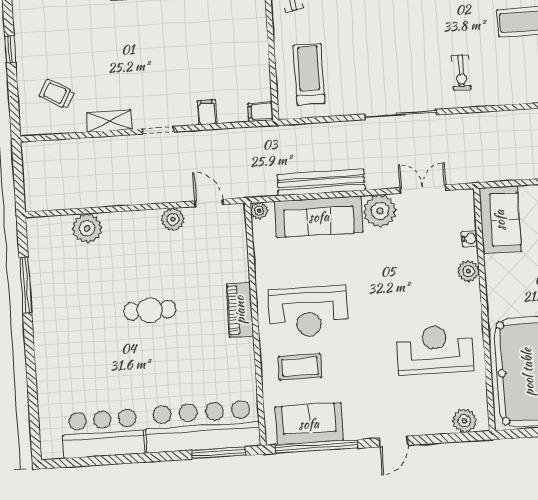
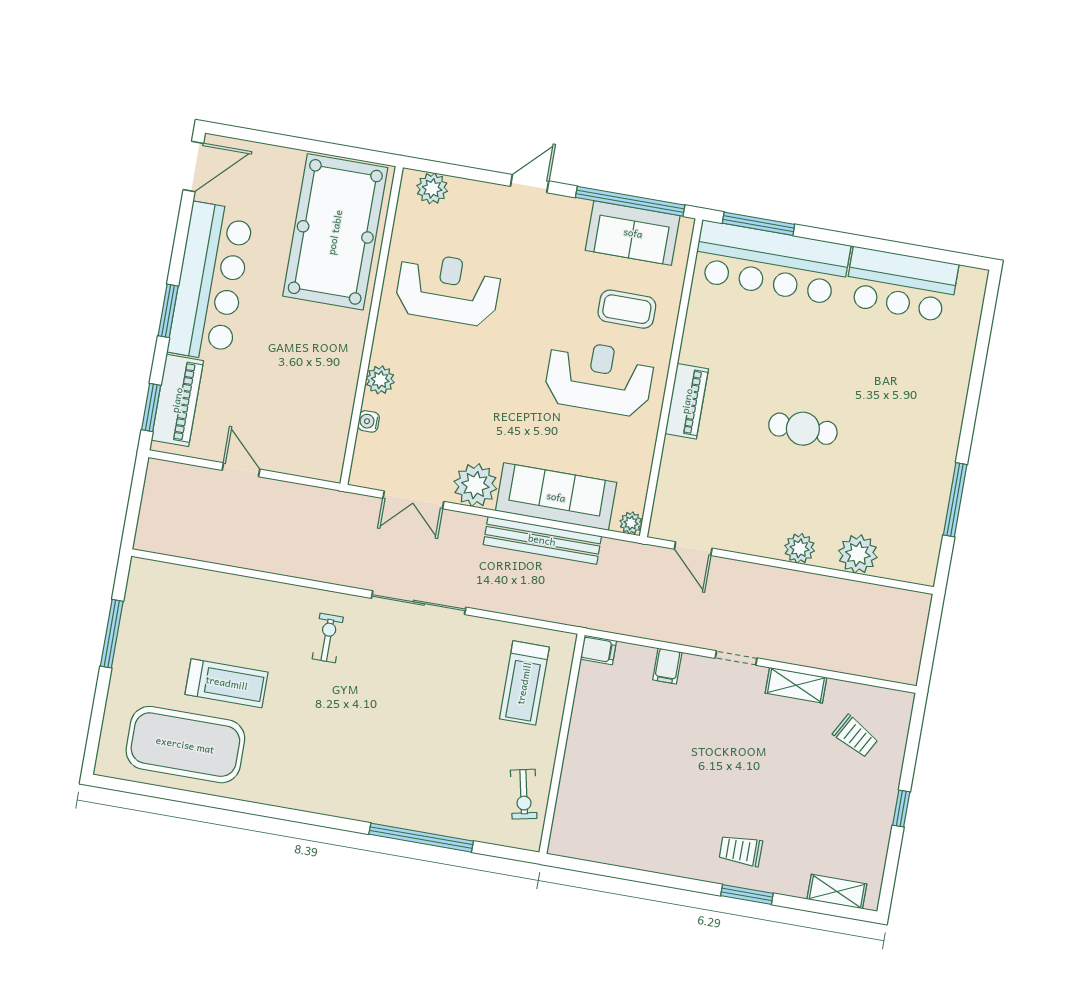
plant: (173, 219) -> (800, 548), moved
sofa: (500, 220) -> (323, 436), removed
reception desk: (435, 350) -> (448, 289), turned 180

